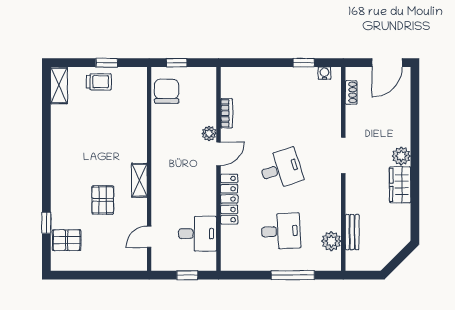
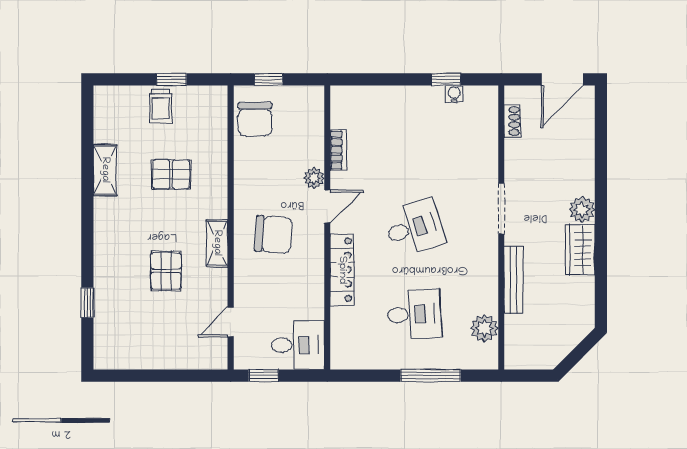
water cooler: (324, 73) -> (454, 94), moved
trolley: (99, 82) -> (161, 106), turned 90
shelving: (59, 85) -> (105, 170), moved
chair: (167, 91) -> (255, 119), turned 180
chair: (180, 174) -> (274, 235), added
bench: (352, 232) -> (514, 280), moved, width x1.36
desk: (197, 234) -> (298, 345), moved
pallet: (67, 240) -> (171, 174), moved
window: (187, 275) -> (264, 376), moved

